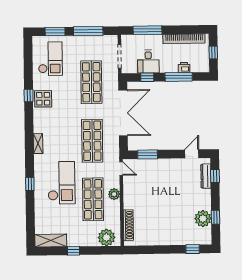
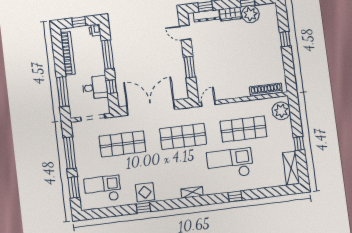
printer: (184, 67) -> (95, 30), moved
window: (148, 154) -> (190, 67), moved
plant: (114, 194) -> (236, 108), removed
wardrobe: (205, 199) -> (230, 14), added
window: (193, 249) -> (285, 39), moved

